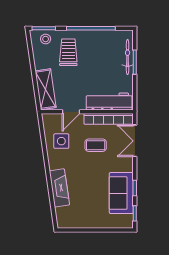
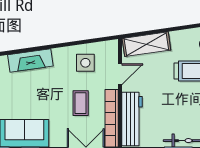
door: (71, 112) -> (120, 74), swing flipped

